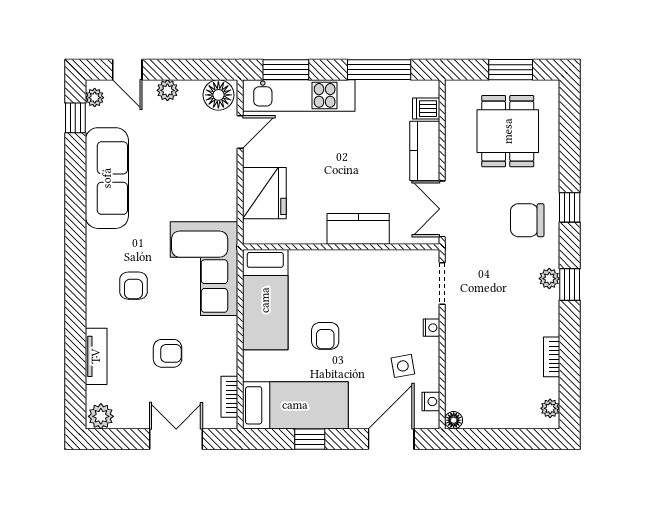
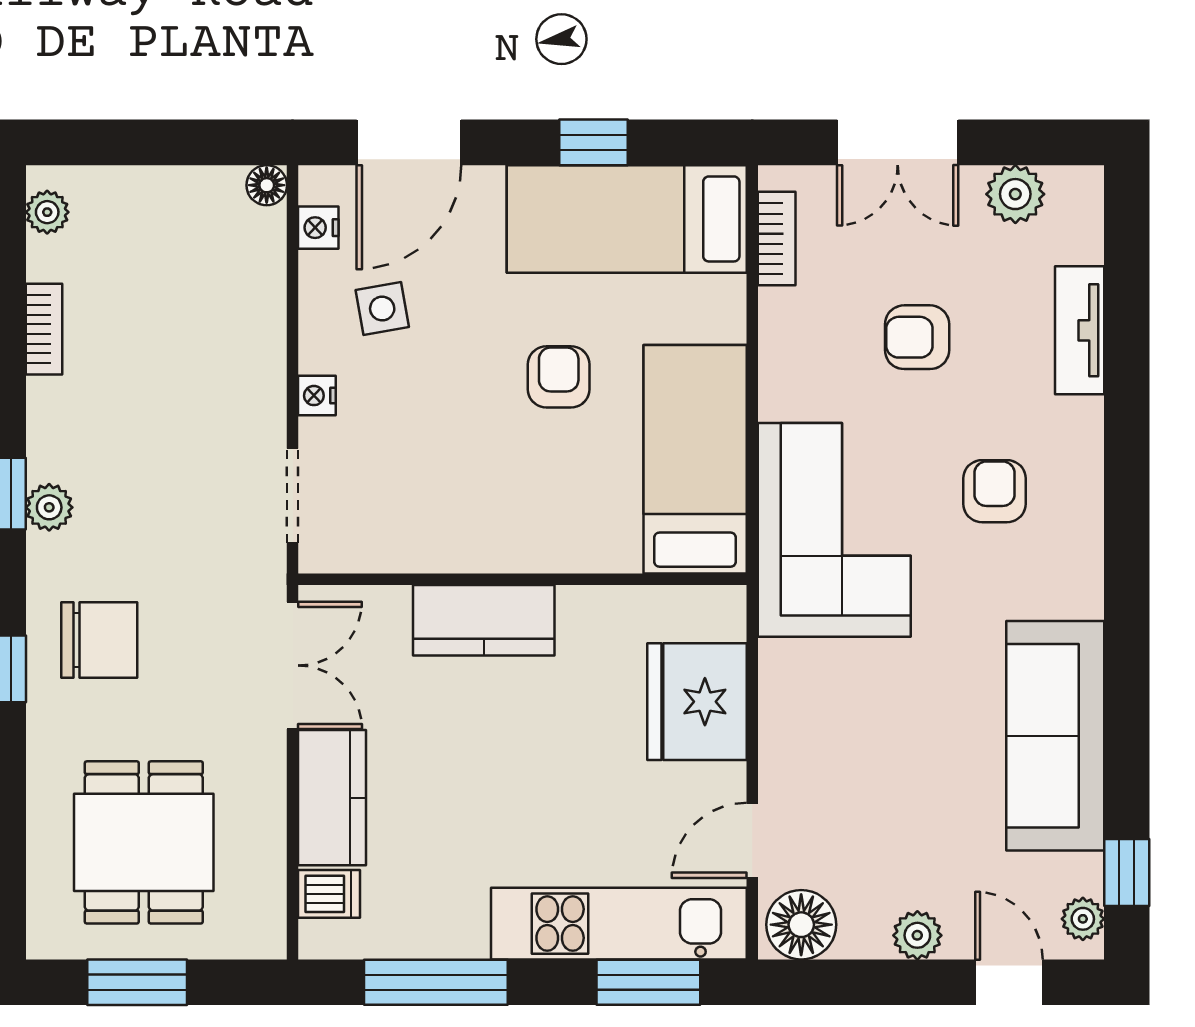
plant: (101, 416) -> (1015, 194), moved

